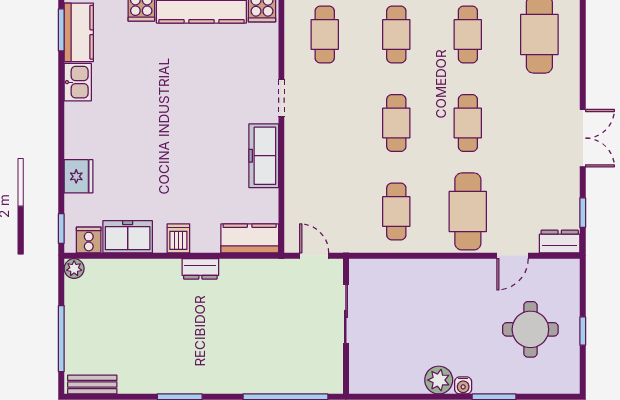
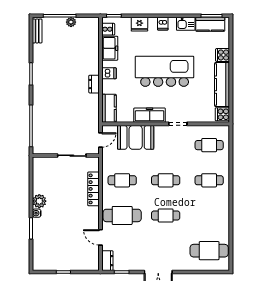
cafe table: (468, 34) -> (209, 215), removed
kitchen island: (174, 125) -> (165, 71), added
dishwasher: (77, 129) -> (163, 24), added
booth: (309, 184) -> (136, 137), added
plant: (74, 269) -> (71, 22), moved
locker: (414, 270) -> (93, 189), added
round table: (530, 329) -> (64, 246), removed

